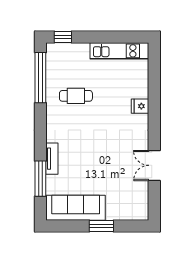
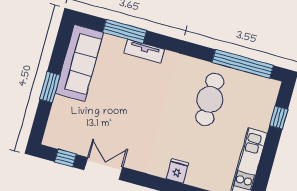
window: (63, 37) -> (279, 118), moved
cafe table: (76, 96) -> (210, 99), width x1.37, depth x1.35
window: (154, 198) -> (65, 158), added

